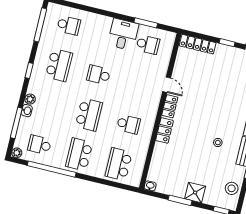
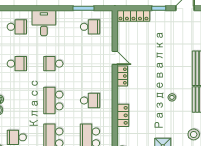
desk: (123, 34) -> (44, 23), moved
school desk: (59, 65) -> (17, 64), width x0.54
school desk: (89, 115) -> (53, 101), turned 180
locker: (164, 130) -> (123, 115), moved

